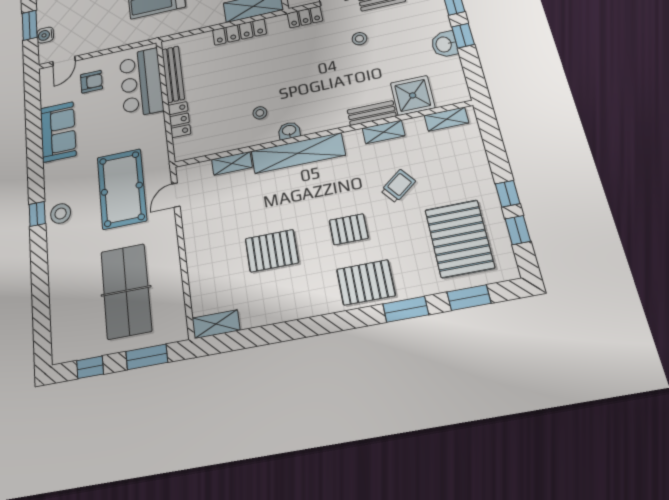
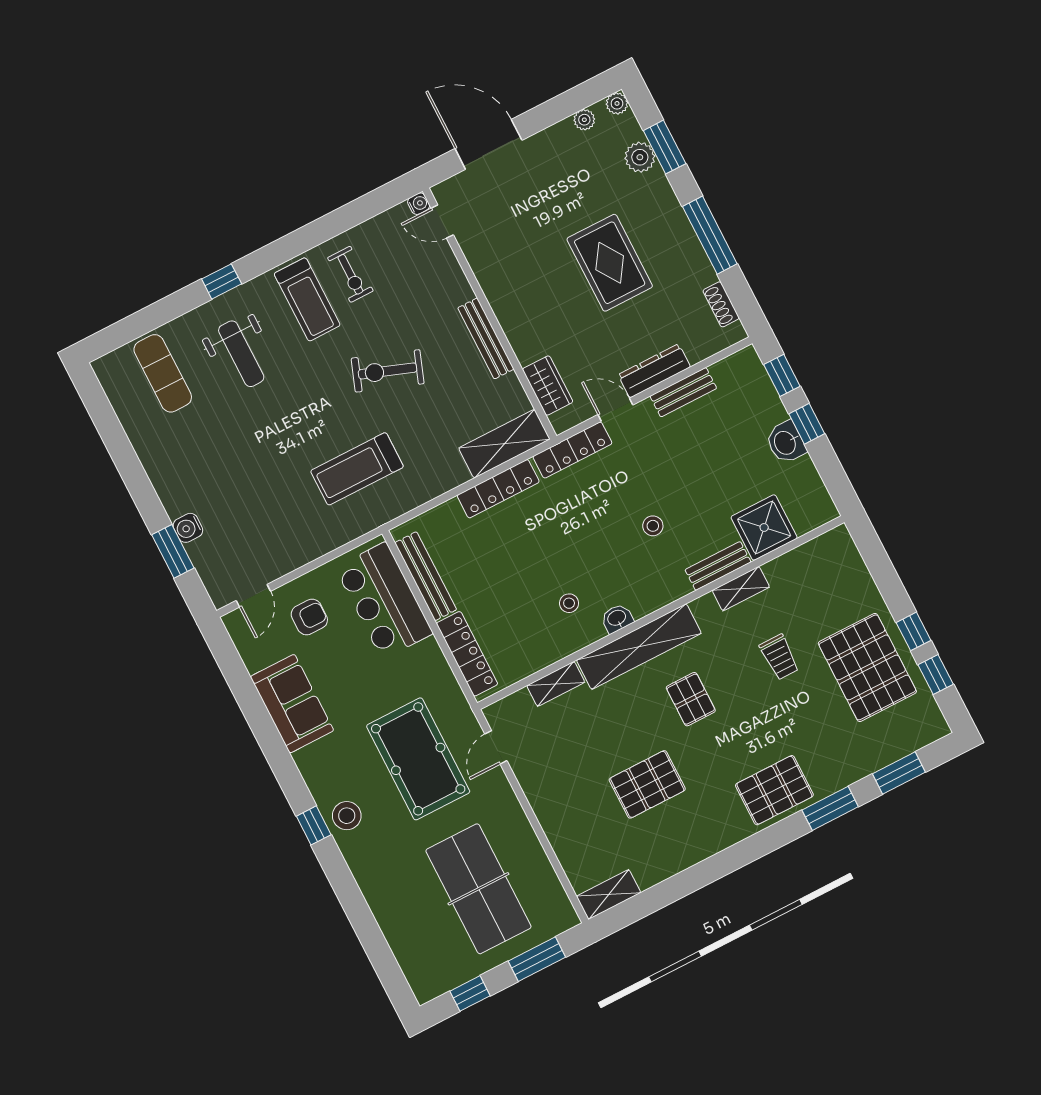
locker: (305, 17) -> (572, 450), width x1.53
water cooler: (45, 35) -> (188, 528), moved
stool: (359, 39) -> (653, 526), moved
shelving: (446, 119) -> (816, 550), removed
locker: (179, 120) -> (467, 654), width x1.53
trolley: (398, 186) -> (779, 657), turned 128
pallet: (349, 229) -> (691, 699), moved, turned 90
pallet: (459, 239) -> (867, 667), moved

